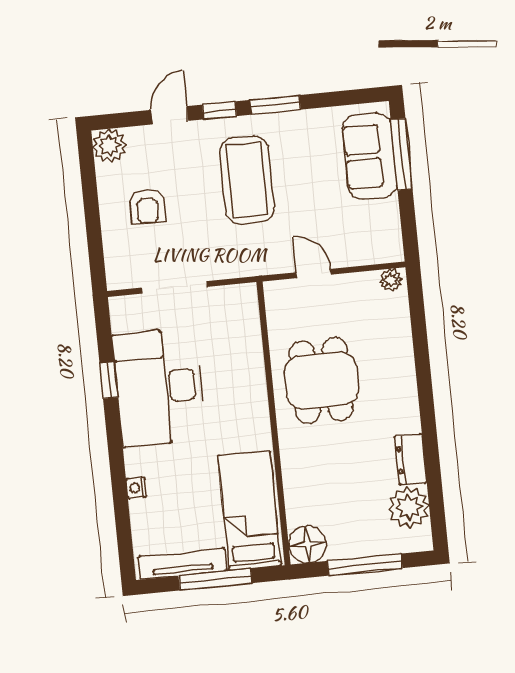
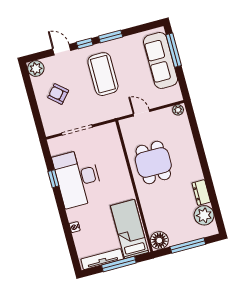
door: (170, 115) -> (62, 50), hinge flipped
sofa: (370, 156) -> (161, 60), width x1.36
armchair: (147, 206) -> (58, 94), turned 130

